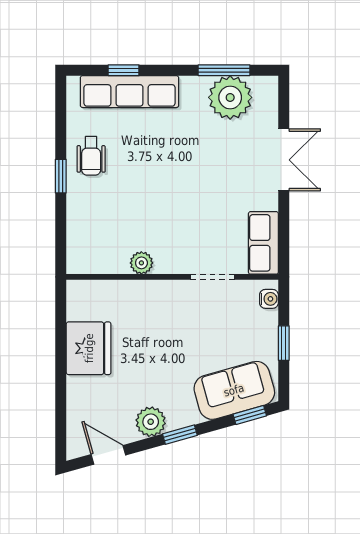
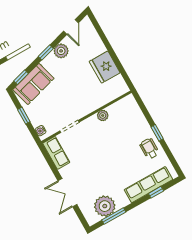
door: (108, 455) -> (71, 27), hinge flipped

